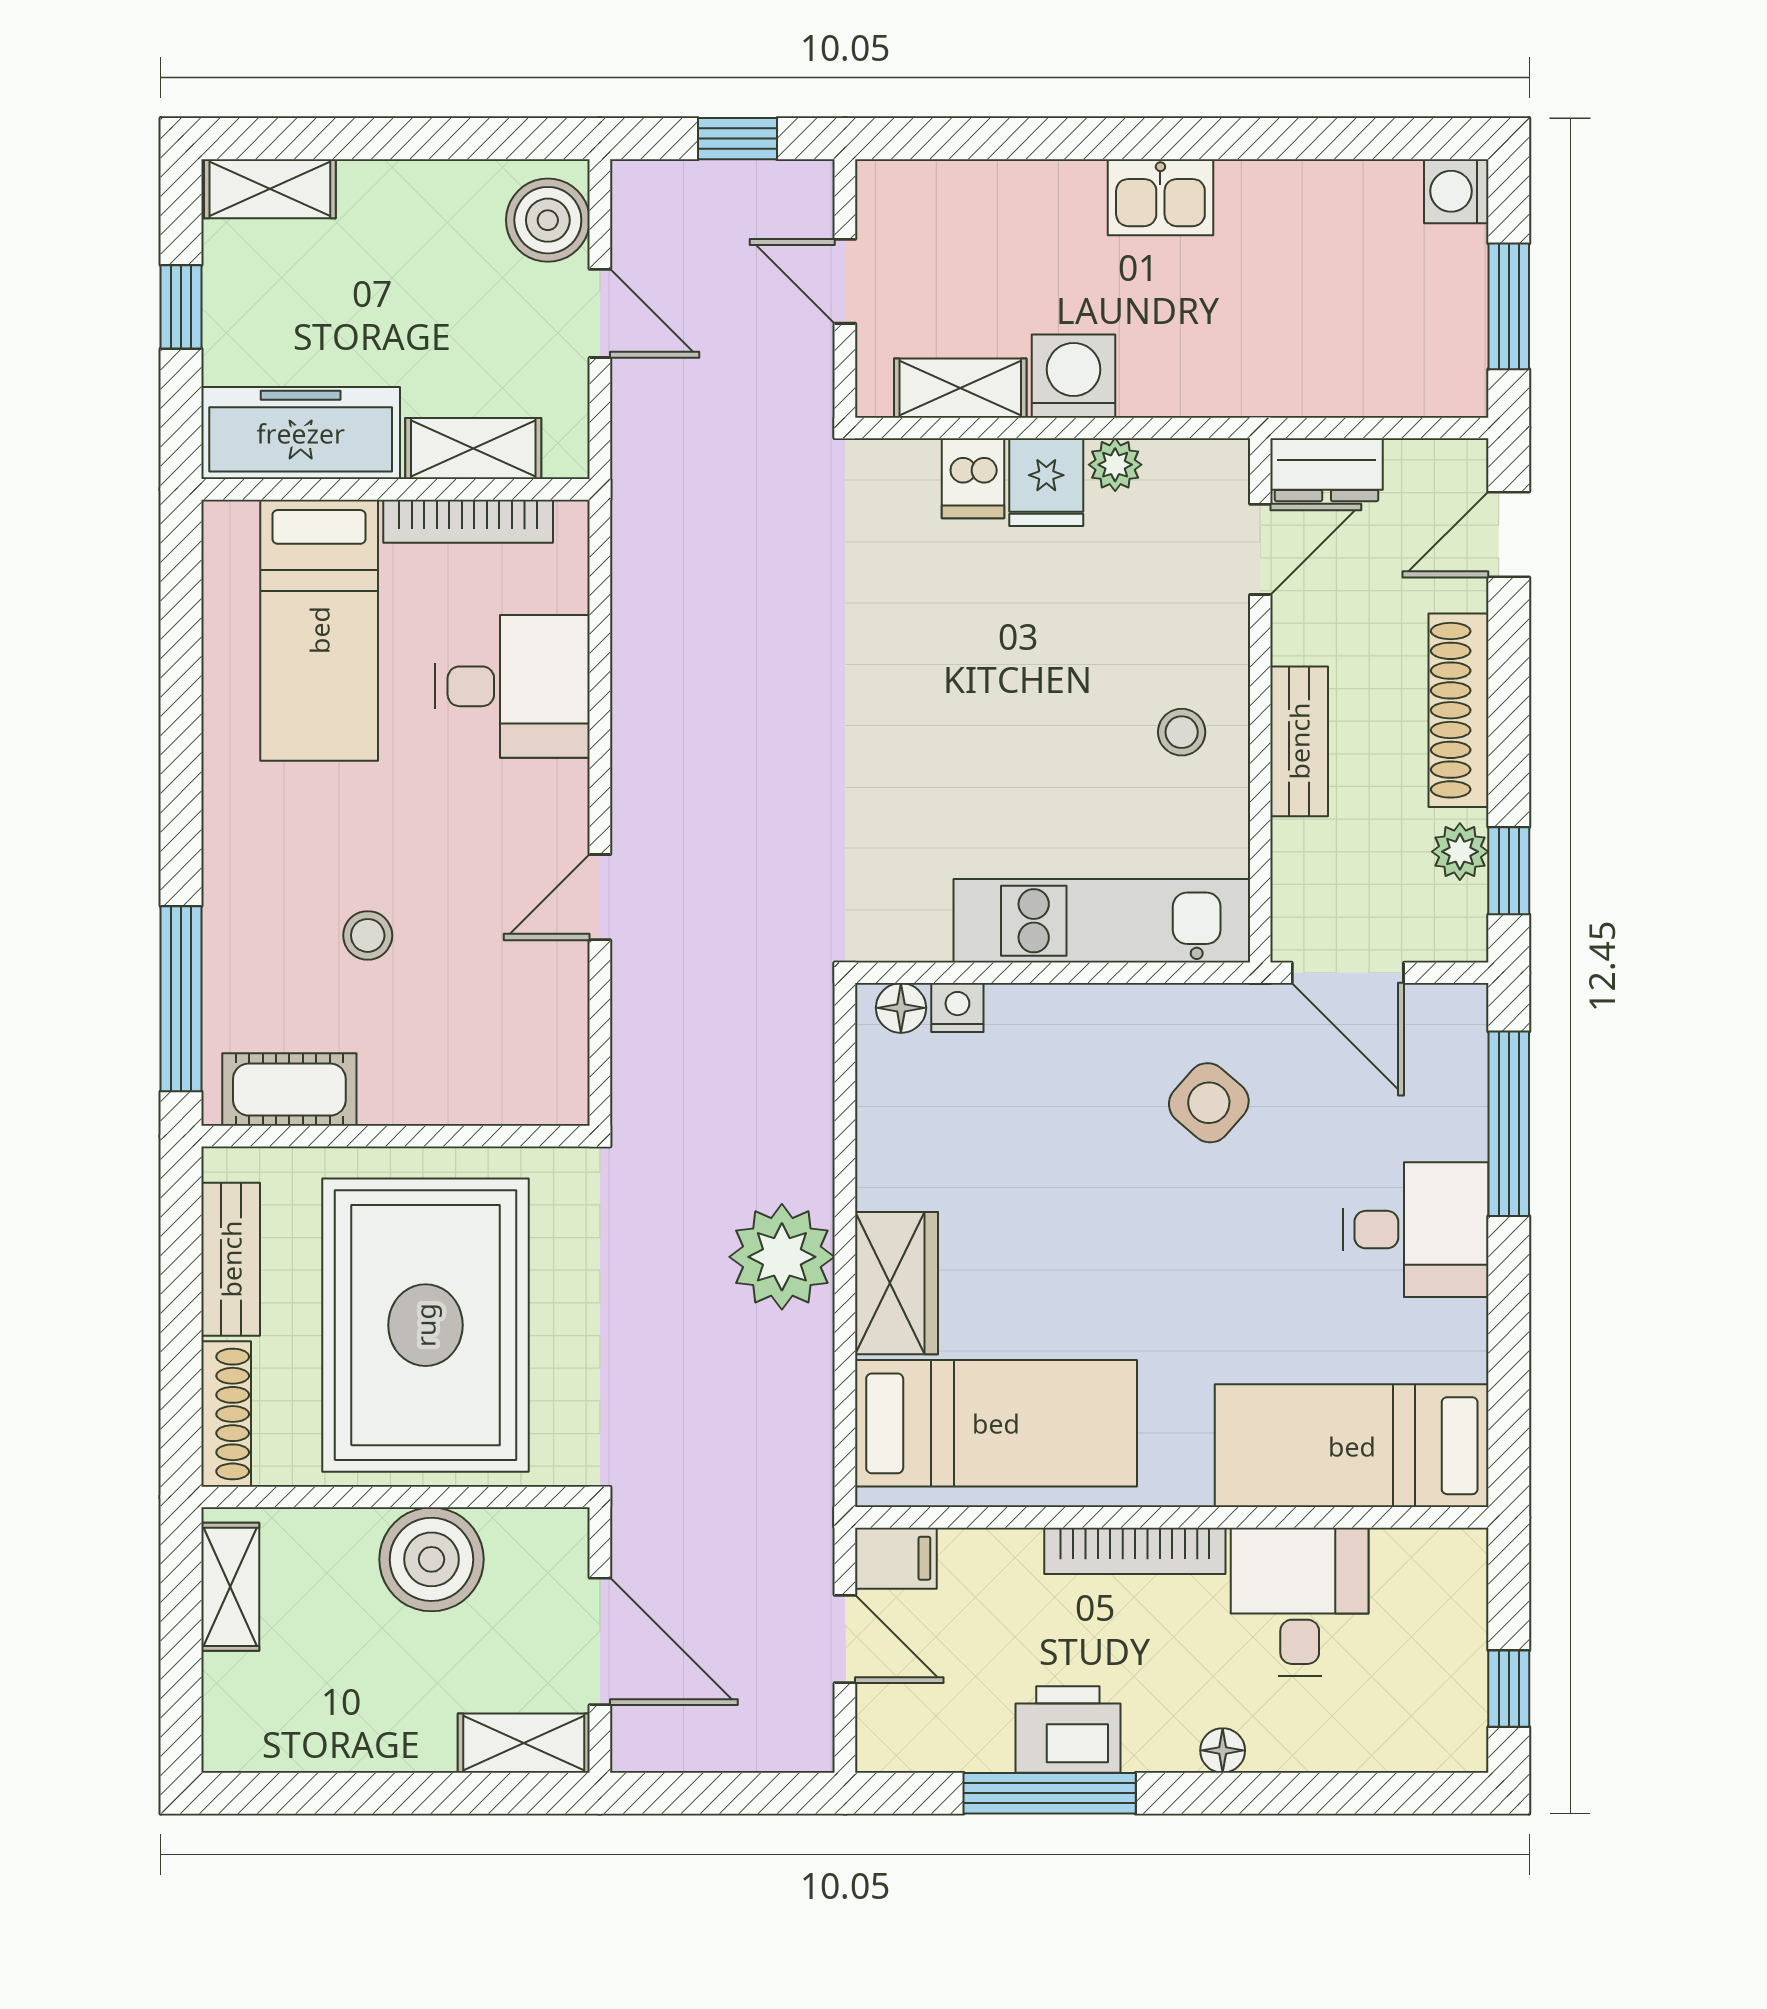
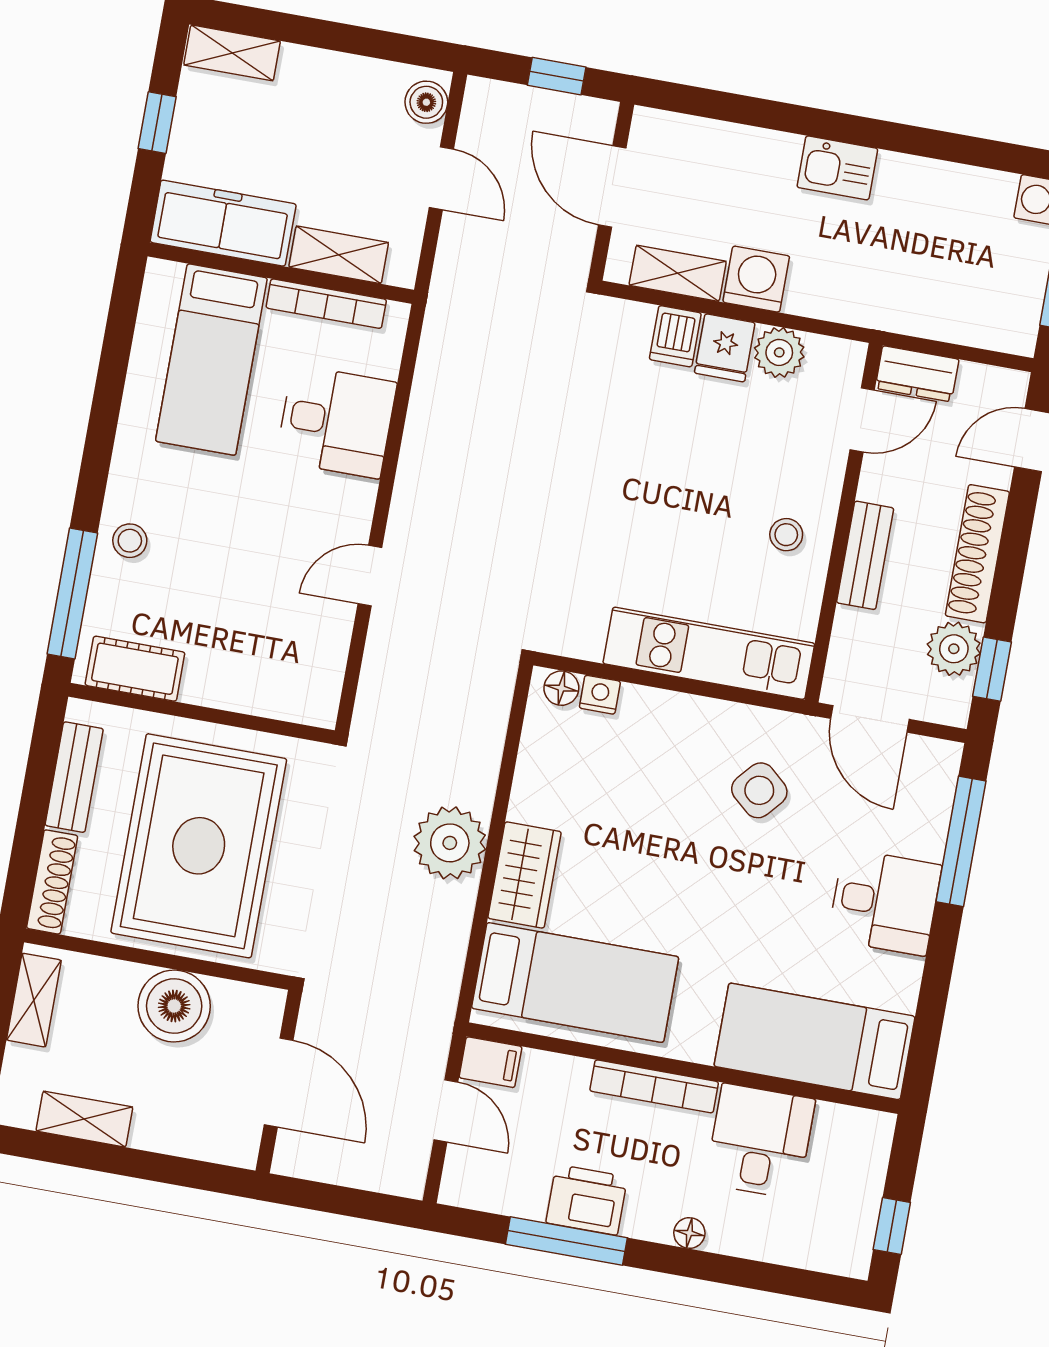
boiler: (548, 220) -> (426, 102), width x0.73, depth x0.73
door: (845, 281) -> (612, 186), width x1.38
plant: (1115, 465) -> (779, 352), width x1.38, depth x1.38
plant: (1460, 852) -> (954, 649), width x1.38, depth x1.38
stool: (368, 935) -> (130, 541), moved
shelving: (524, 1743) -> (84, 1119), moved

